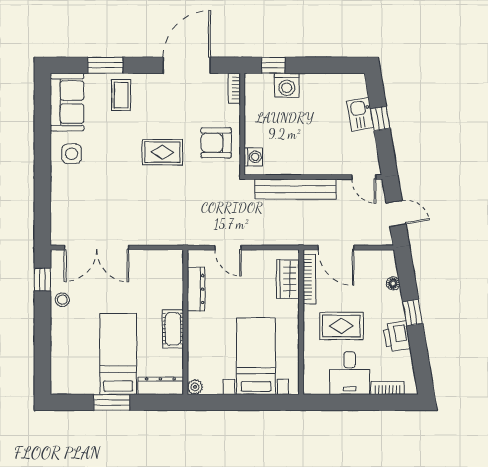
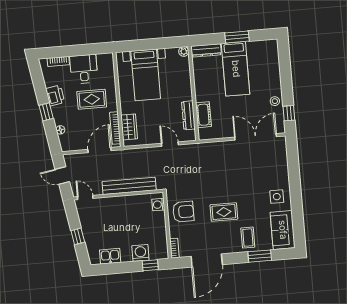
kitchen sink: (360, 114) -> (110, 256), moved, turned -81
rug: (162, 152) -> (224, 212), moved
door: (336, 248) -> (100, 150), hinge flipped
cot: (173, 329) -> (203, 115), moved

